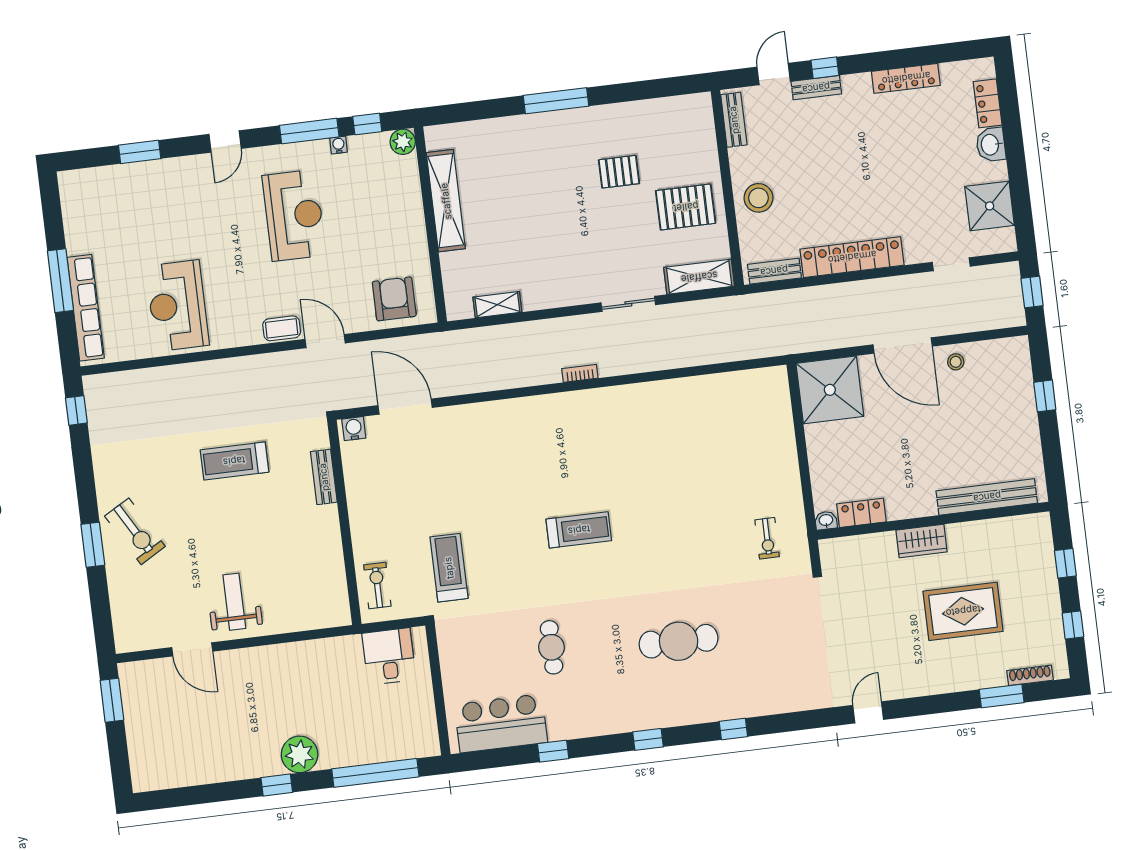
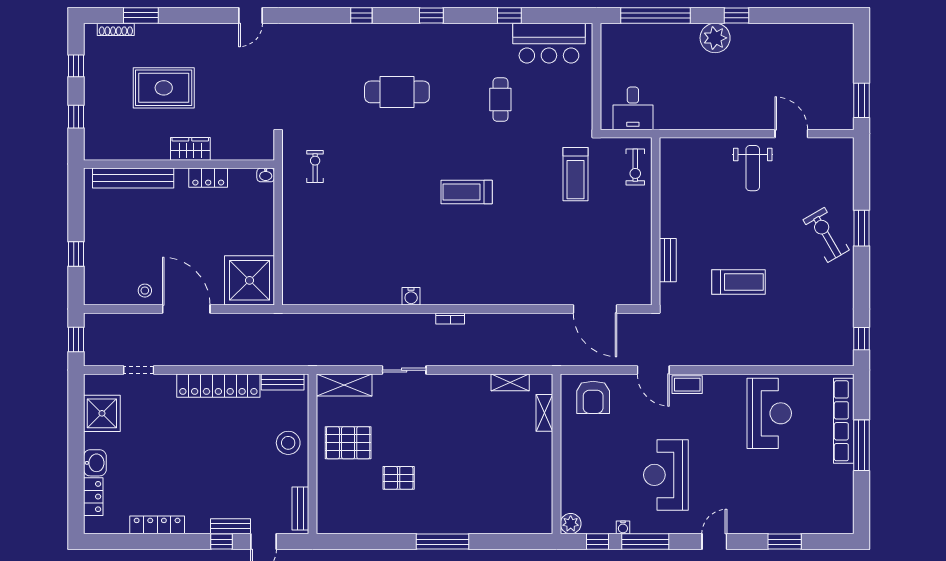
shelving: (446, 201) -> (544, 413), moved, width x0.45, depth x0.75
water cooler: (354, 429) -> (411, 296), moved
locker: (861, 513) -> (208, 178), moved

